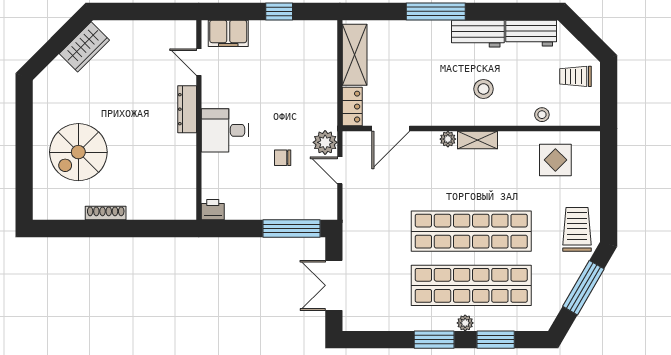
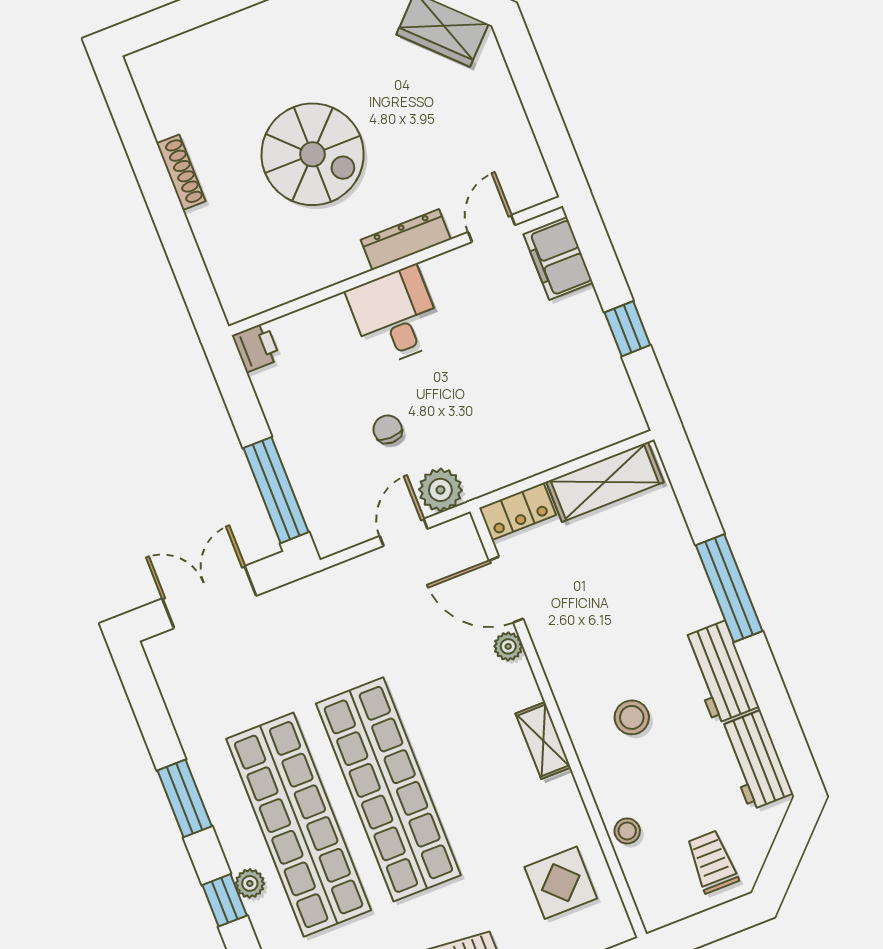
plant: (448, 139) -> (508, 646), moved
spiral stairs: (78, 152) -> (313, 154), moved, turned 180
plant: (465, 323) -> (250, 883), moved
window: (496, 340) -> (225, 900), width x0.67

